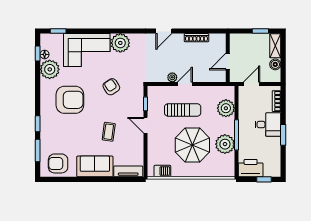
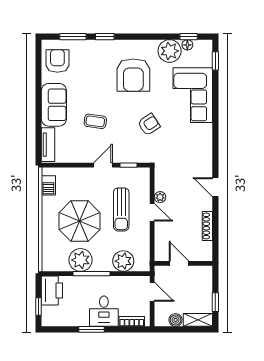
plant: (120, 43) -> (201, 135), removed

